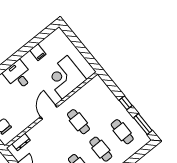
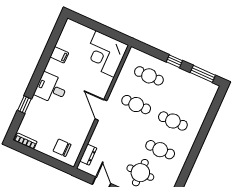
corner desk: (65, 77) -> (105, 54), moved
cafe table: (122, 132) -> (149, 76), moved

